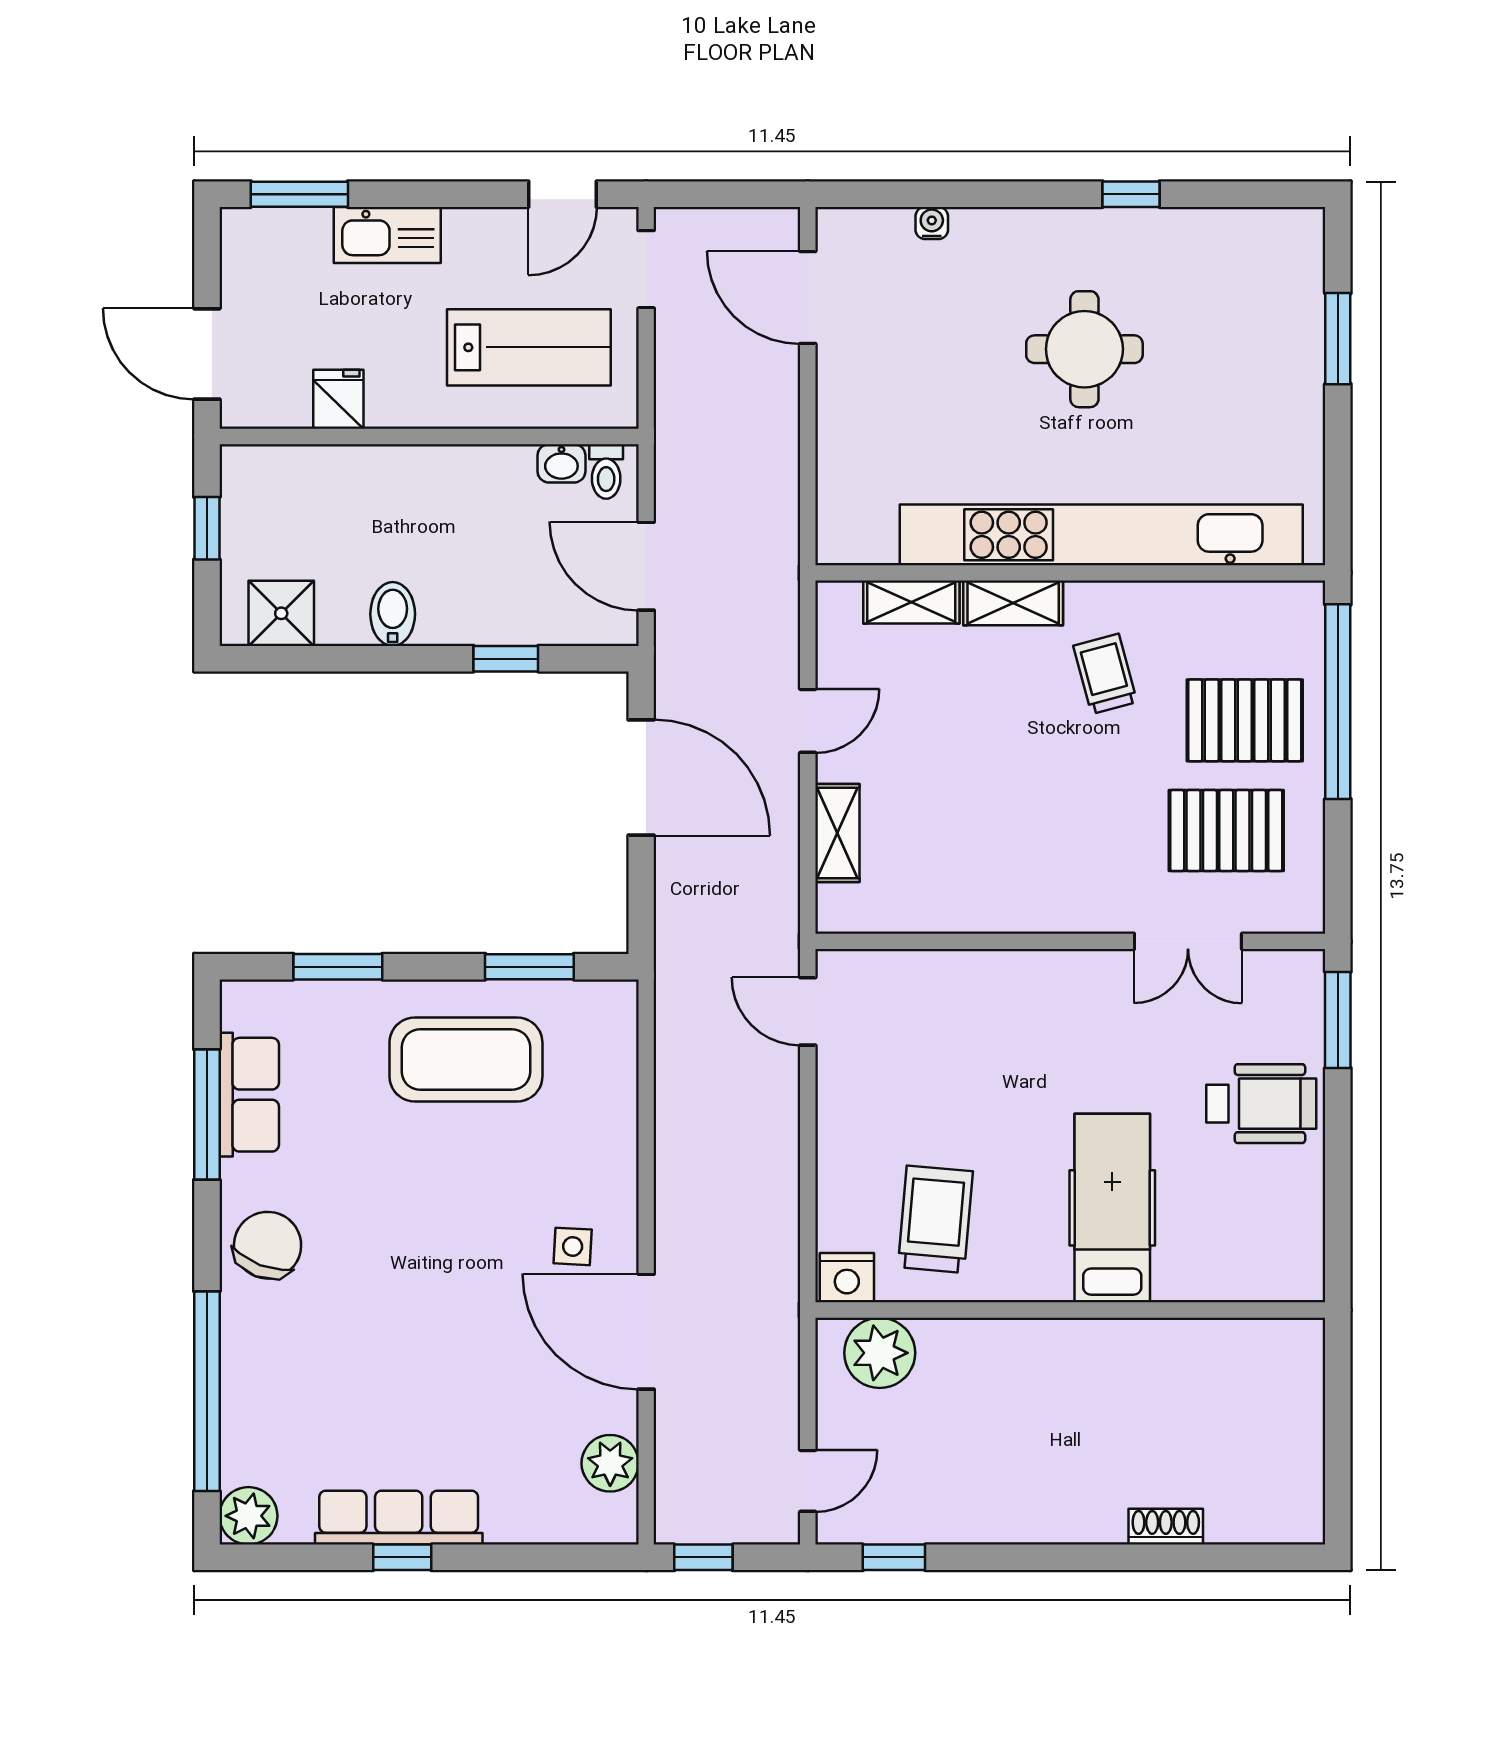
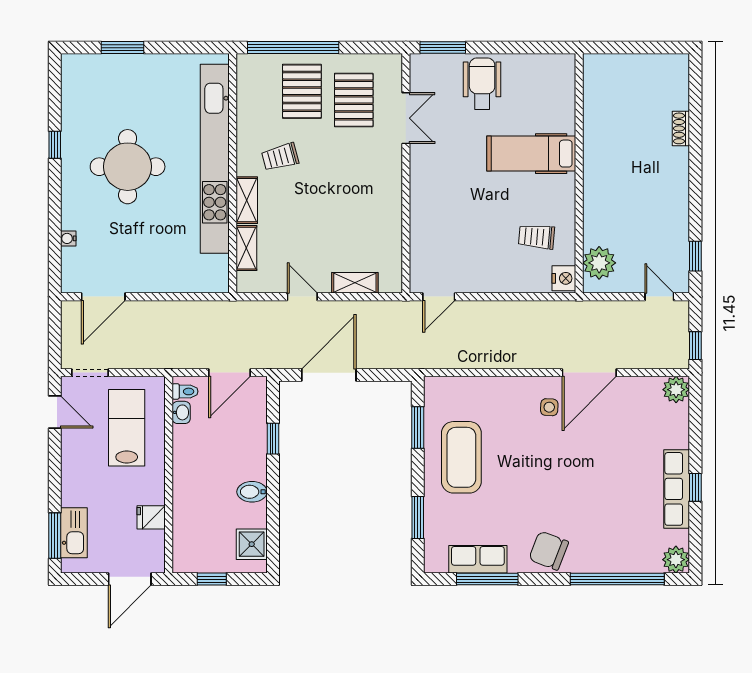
kitchen sink: (387, 235) -> (74, 533), moved
round table: (1084, 349) -> (128, 167), width x1.36, depth x1.36
trolley: (935, 1219) -> (536, 237), width x0.73, depth x0.72
plant: (610, 1463) -> (676, 390), moved

